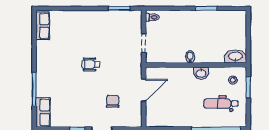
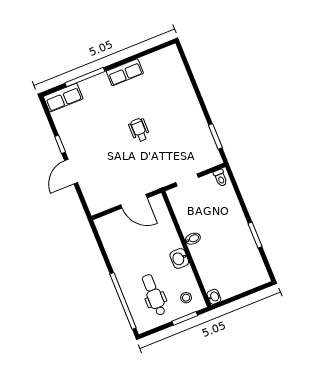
row of seats: (43, 26) -> (125, 72), moved
washbasin: (235, 56) -> (214, 297), width x0.52, depth x0.69
chair: (113, 101) -> (107, 171), removed

